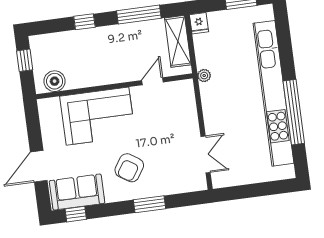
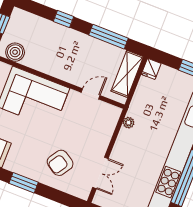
plant: (204, 76) -> (129, 123), moved
armchair: (129, 168) -> (60, 163), moved
window: (149, 204) -> (24, 183), moved

